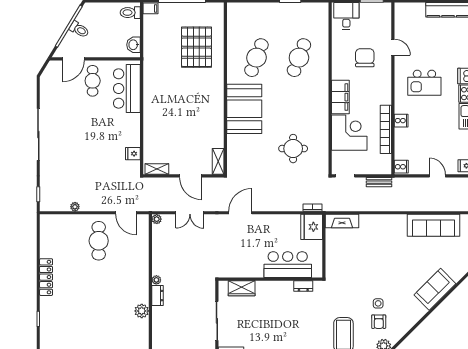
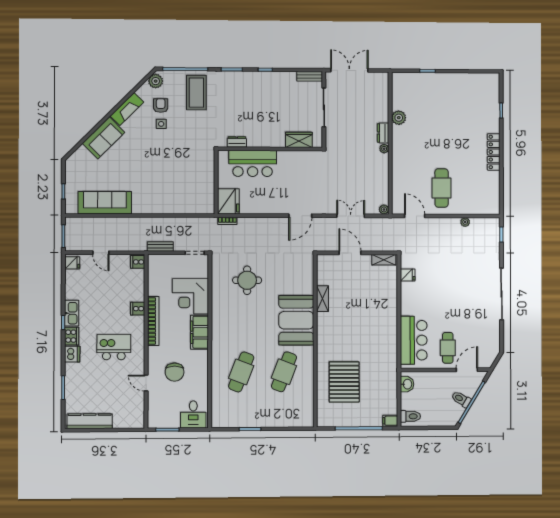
bookcase: (386, 129) -> (153, 321), moved
shelving: (218, 161) -> (323, 299), moved
fireplace: (342, 221) -> (127, 109), moved, turned 135

